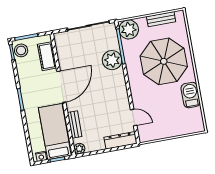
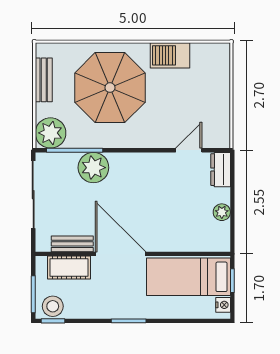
bench: (75, 125) -> (72, 244), moved
dresser: (120, 140) -> (221, 170), width x0.70
plant: (79, 149) -> (222, 212), moved

